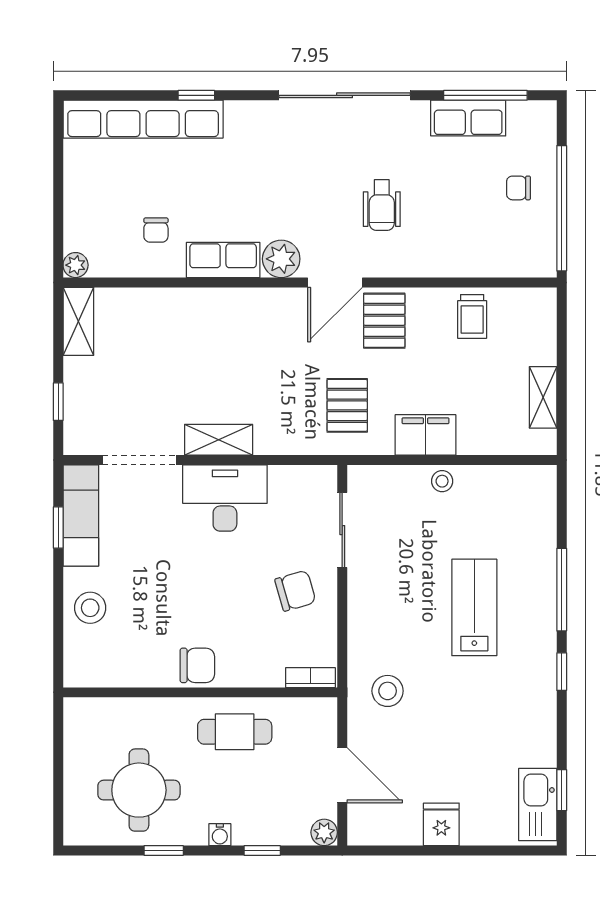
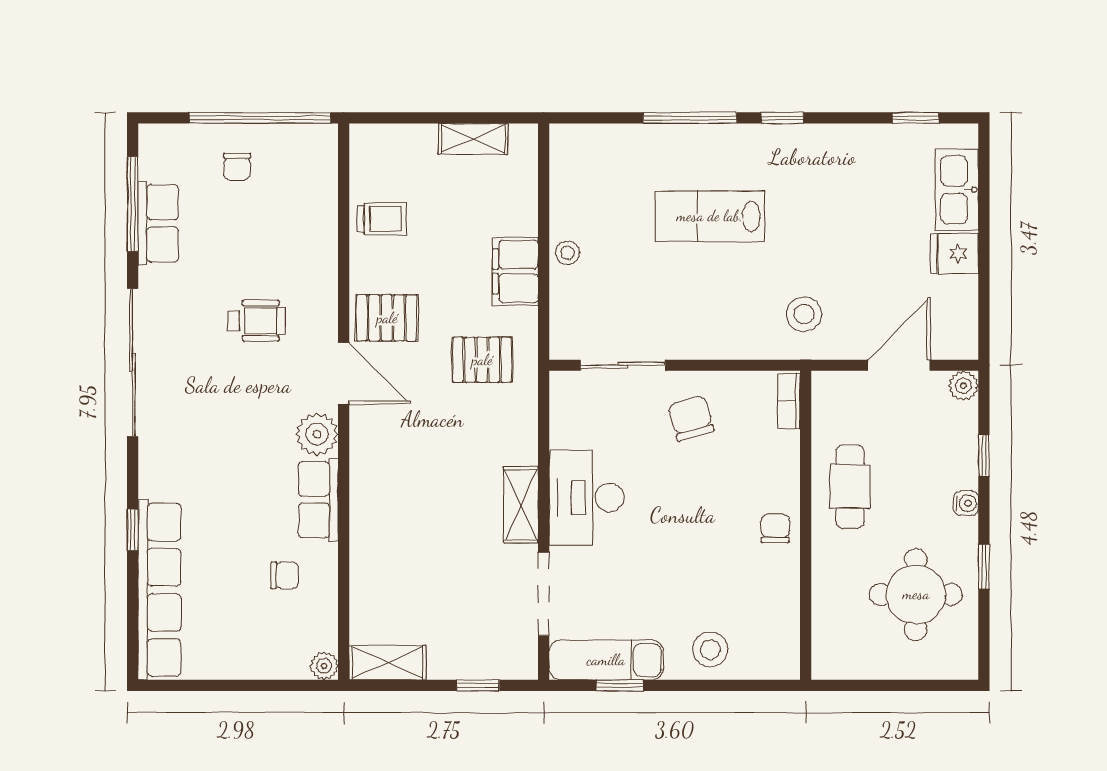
chair: (197, 665) -> (775, 529), width x0.73, depth x0.73
kitchen sink: (538, 804) -> (957, 190), moved, turned 90

